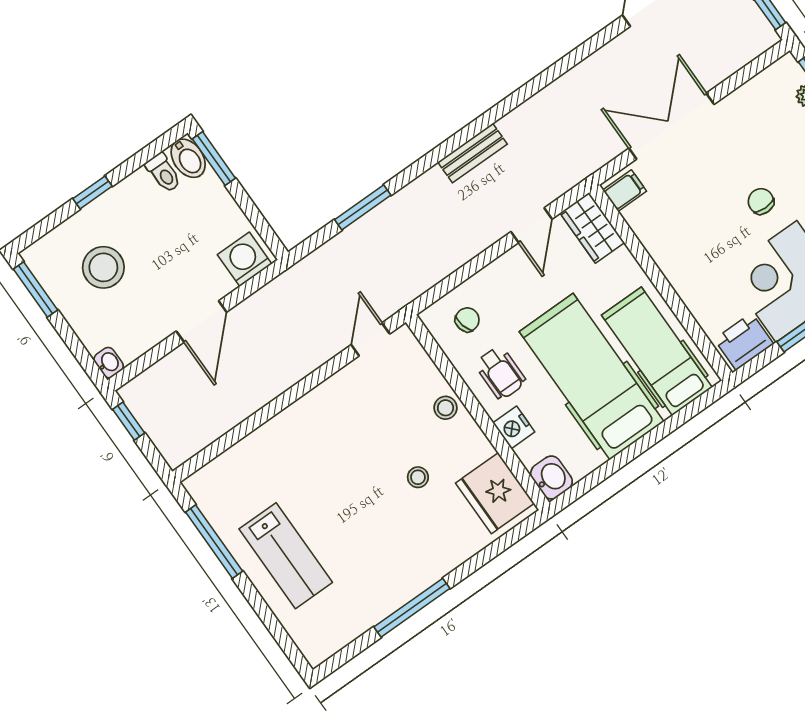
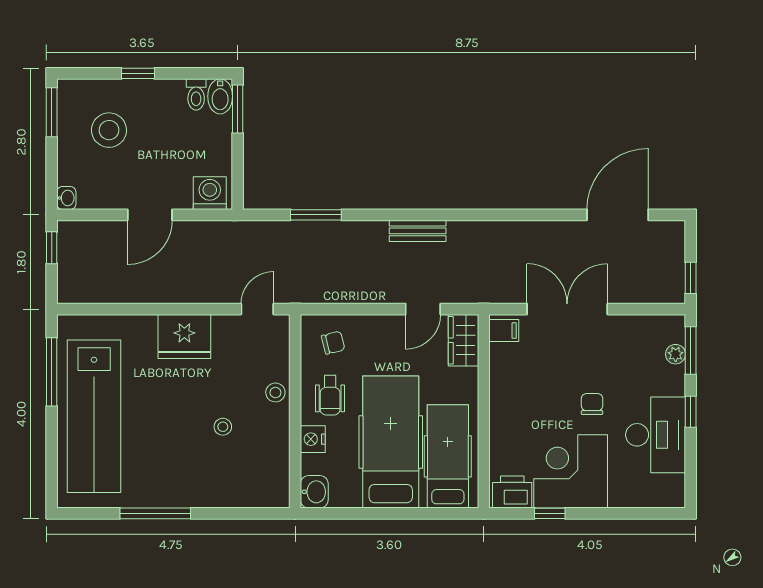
fridge: (495, 493) -> (184, 337), moved, turned -90
lab bench: (286, 556) -> (94, 416), width x1.86, depth x1.39

